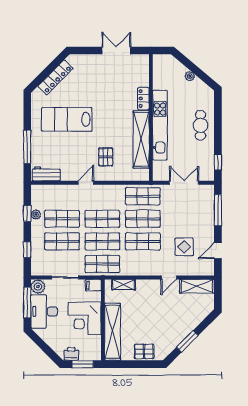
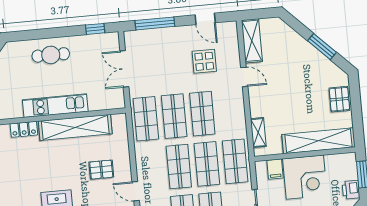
kitchen unit: (160, 125) -> (55, 106), width x0.73
filing cabinet: (93, 285) -> (275, 169), moved

